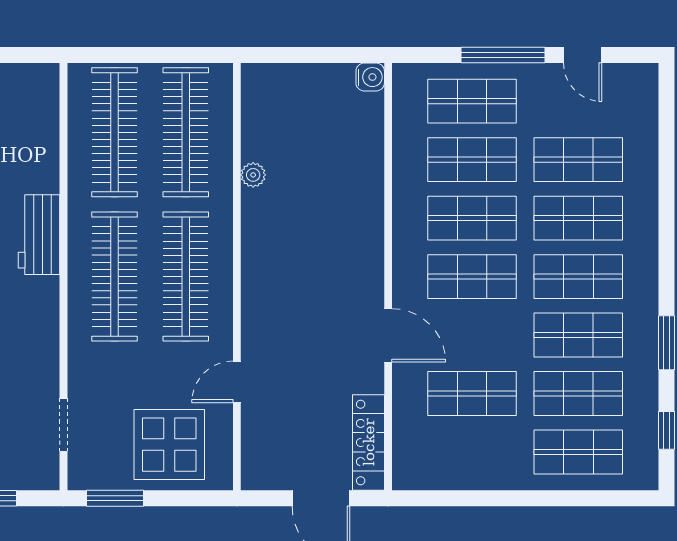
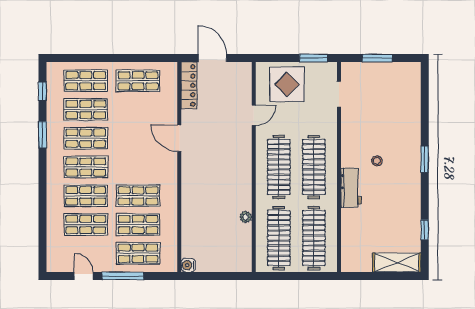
shop shelf: (472, 277) -> (138, 167), removed
shop shelf: (472, 394) -> (138, 81), moved

